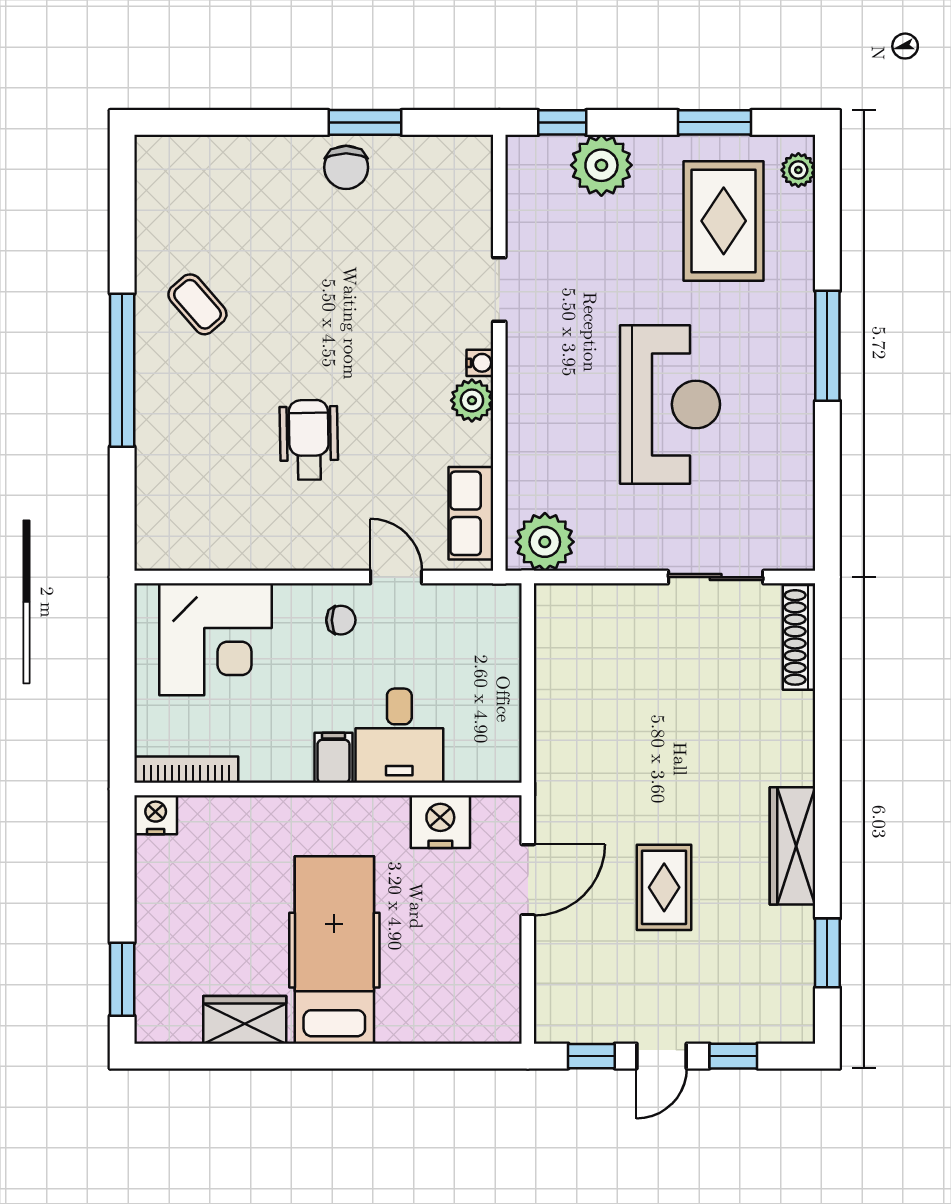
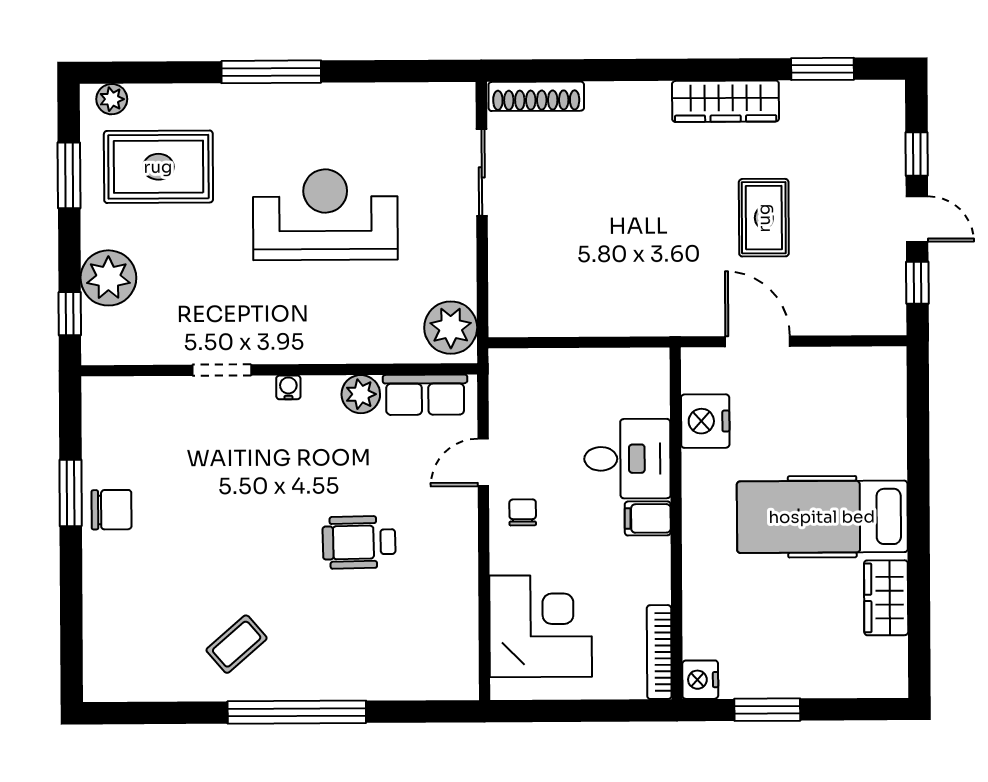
plant: (472, 400) -> (361, 394), moved
rug: (664, 887) -> (764, 218), turned 90
window: (122, 979) -> (767, 710), moved

